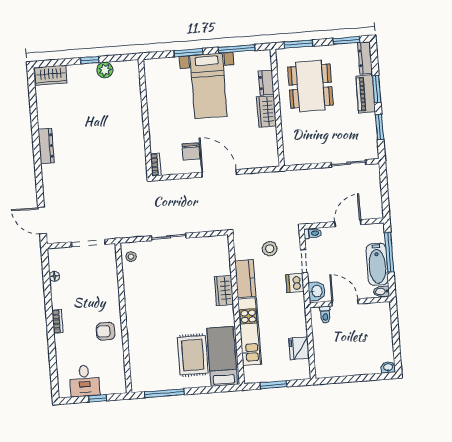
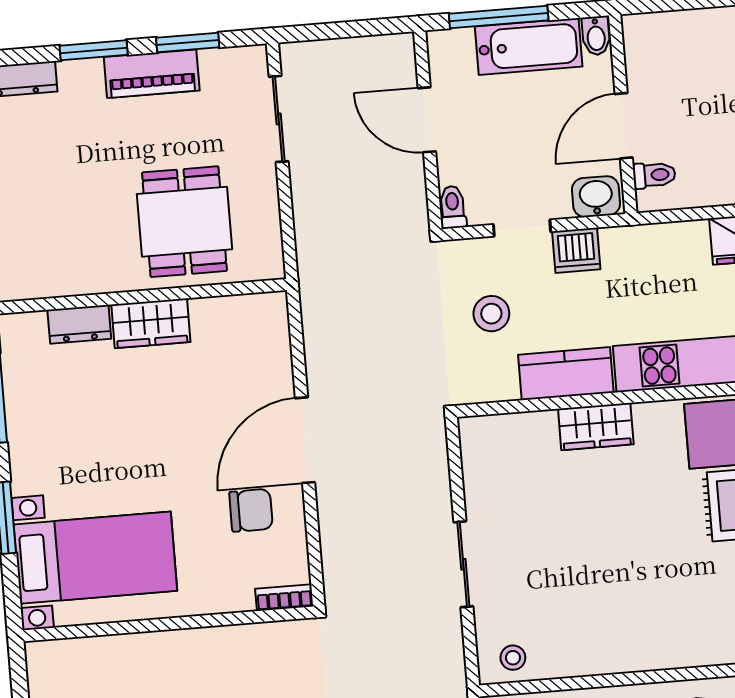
bed with nightstands: (209, 86) -> (95, 558), moved
dining table: (310, 86) -> (184, 222), moved, width x0.73
piano: (366, 94) -> (152, 74), moved

